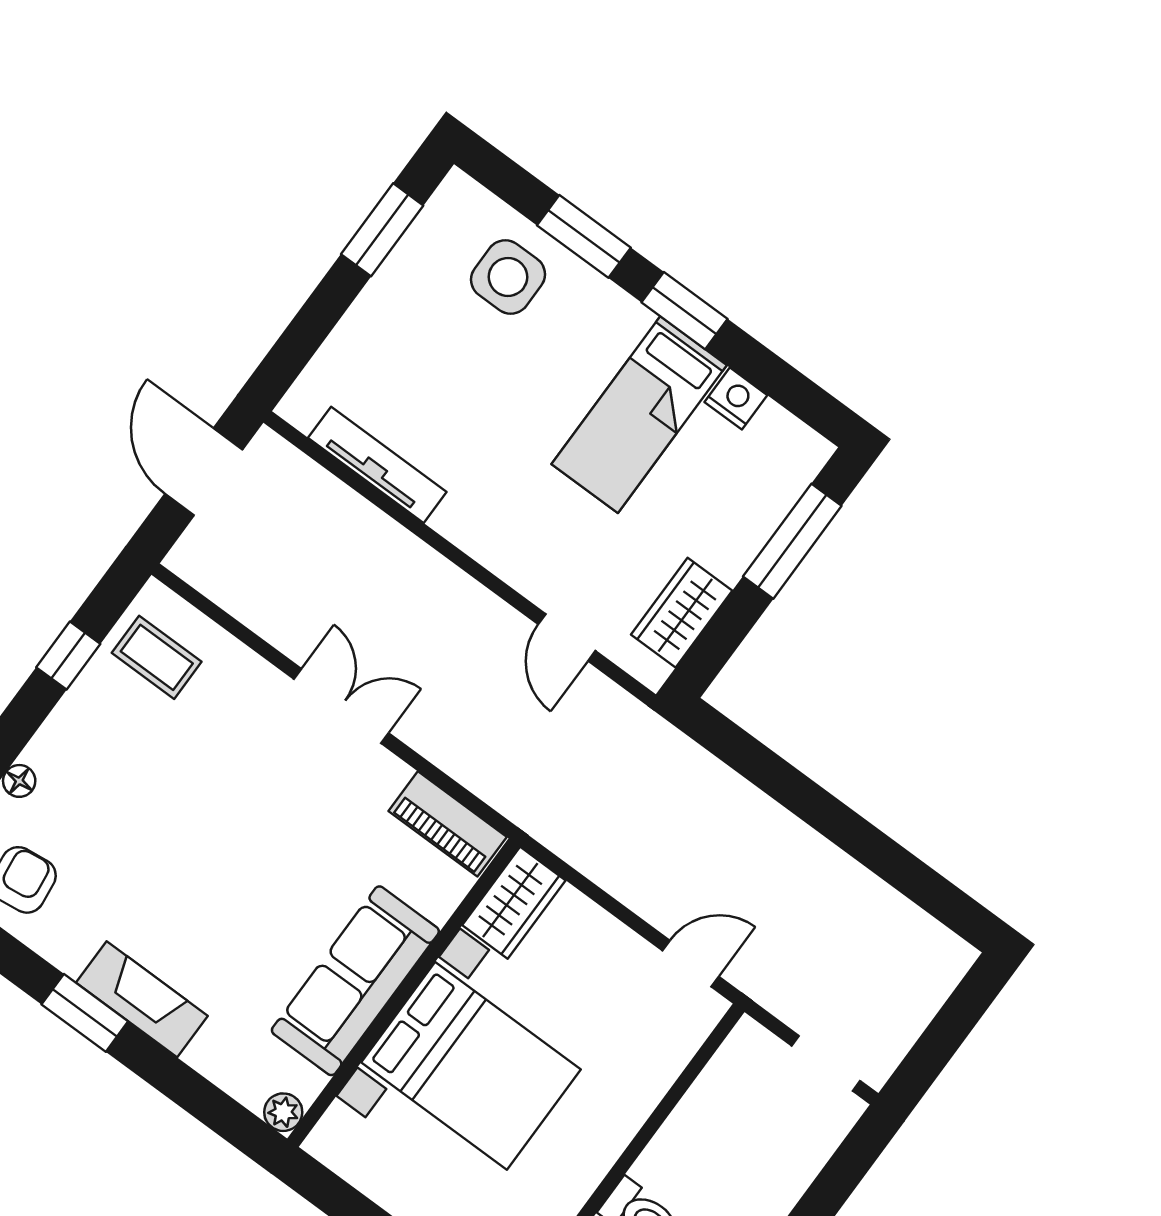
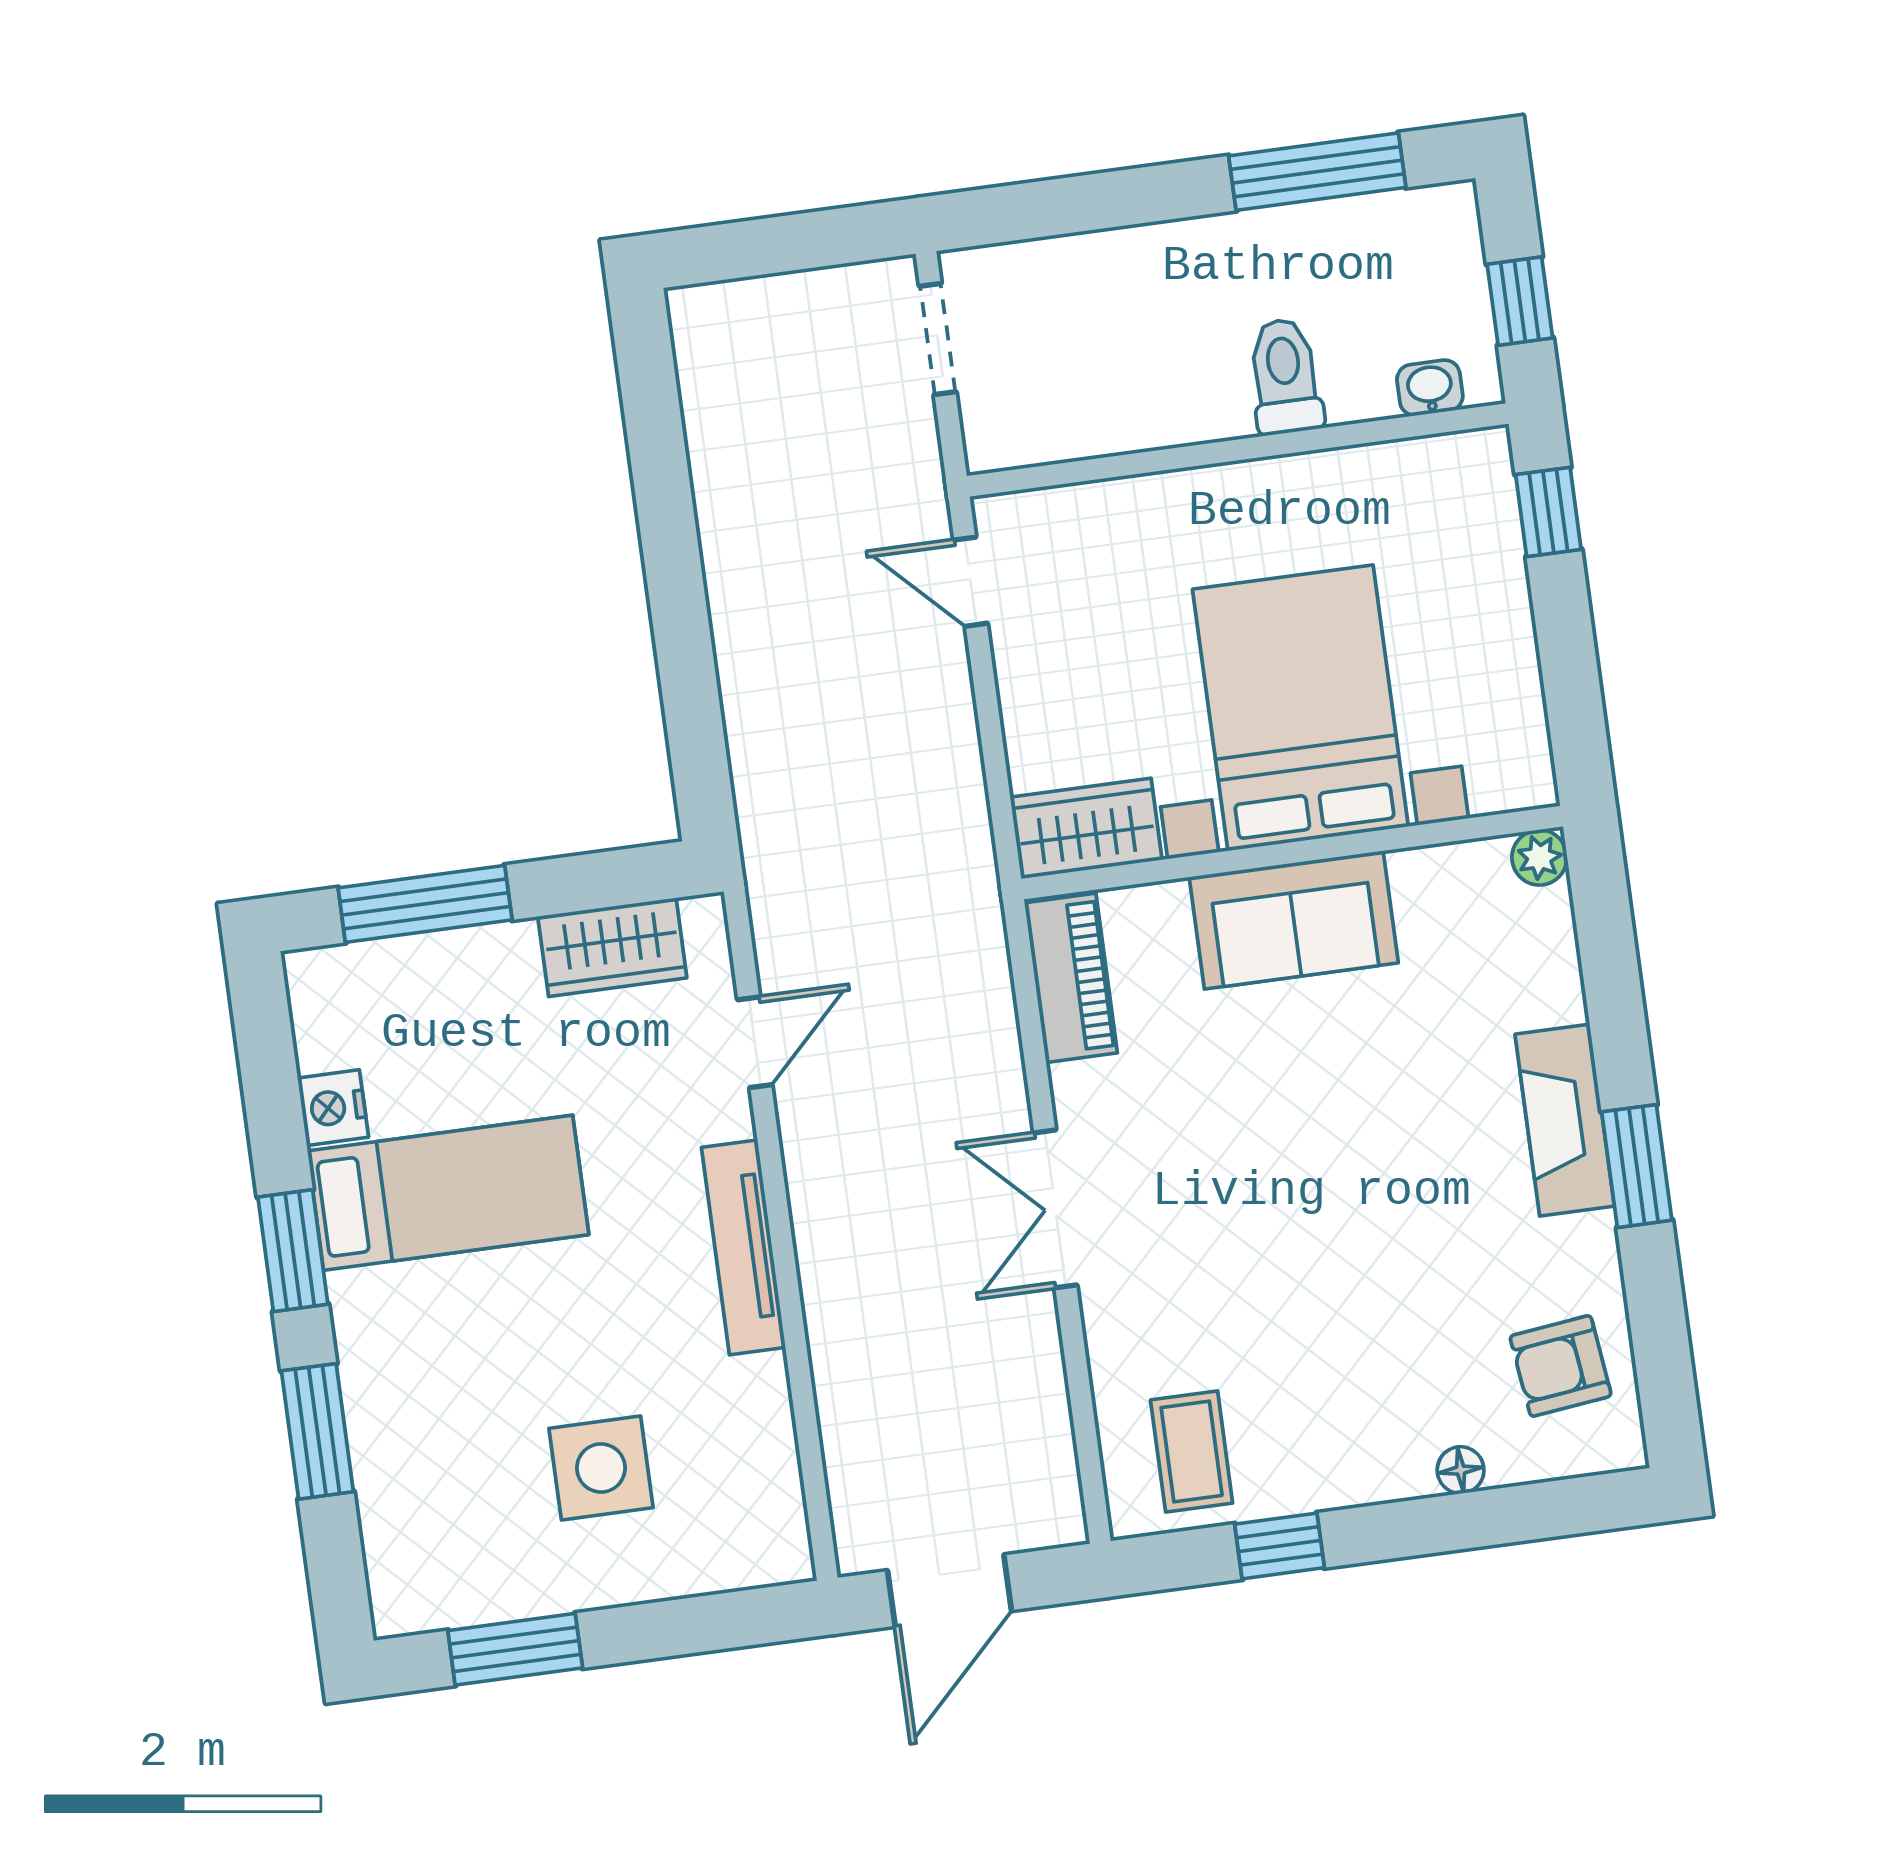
side table: (508, 277) -> (601, 1468), moved
tv unit: (377, 465) -> (743, 1247), moved
sofa: (355, 981) -> (1294, 920), width x0.73

